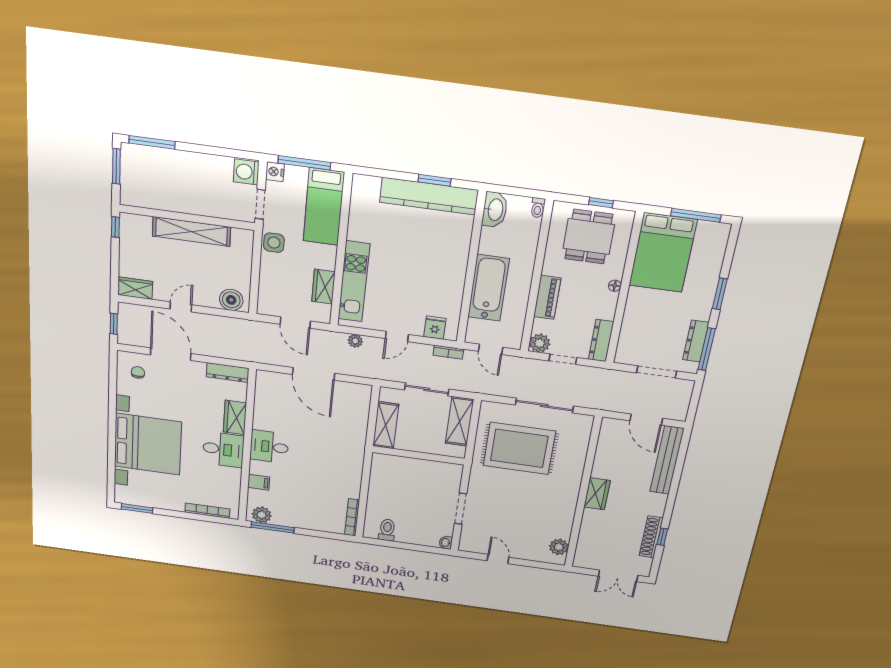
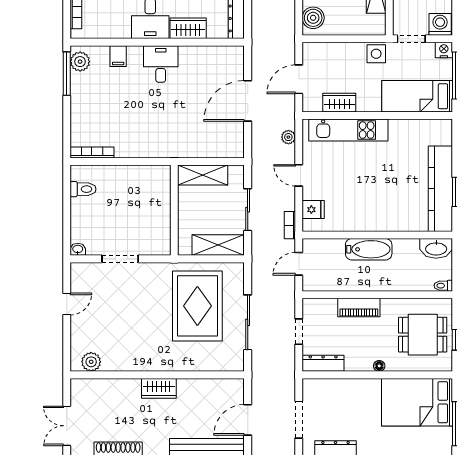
bathtub: (489, 288) -> (369, 249), width x0.73, depth x0.73
plant: (540, 343) -> (312, 308), removed

